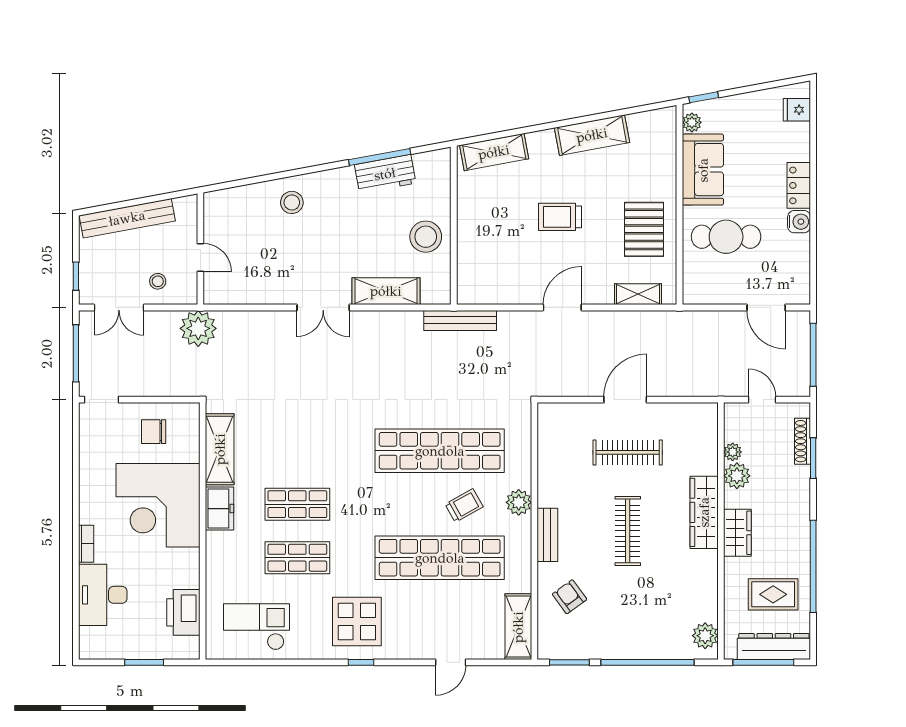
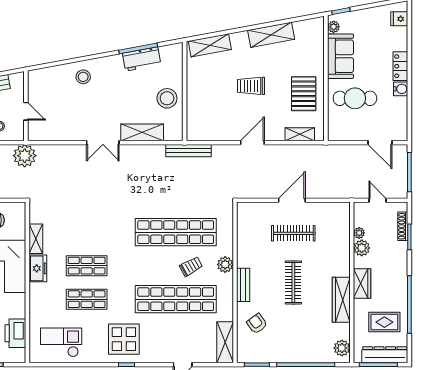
shelving: (220, 449) -> (36, 239), width x0.67, depth x0.75
wardrobe: (704, 512) -> (341, 300), moved

